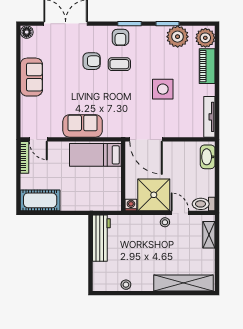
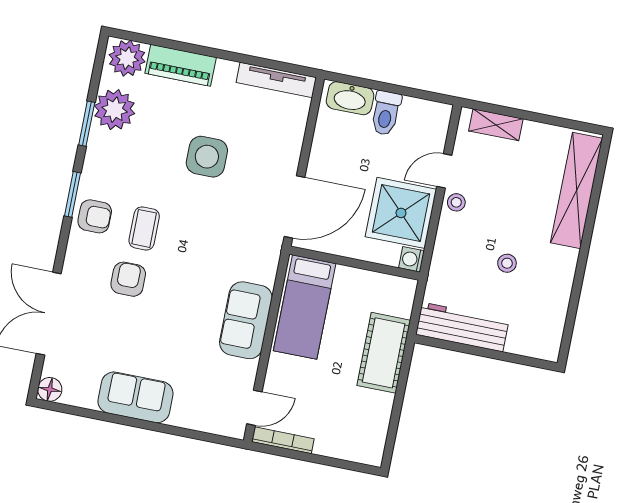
cot: (40, 200) -> (384, 353), moved
toilet: (204, 204) -> (386, 113), moved
stool: (126, 285) -> (507, 263), moved

